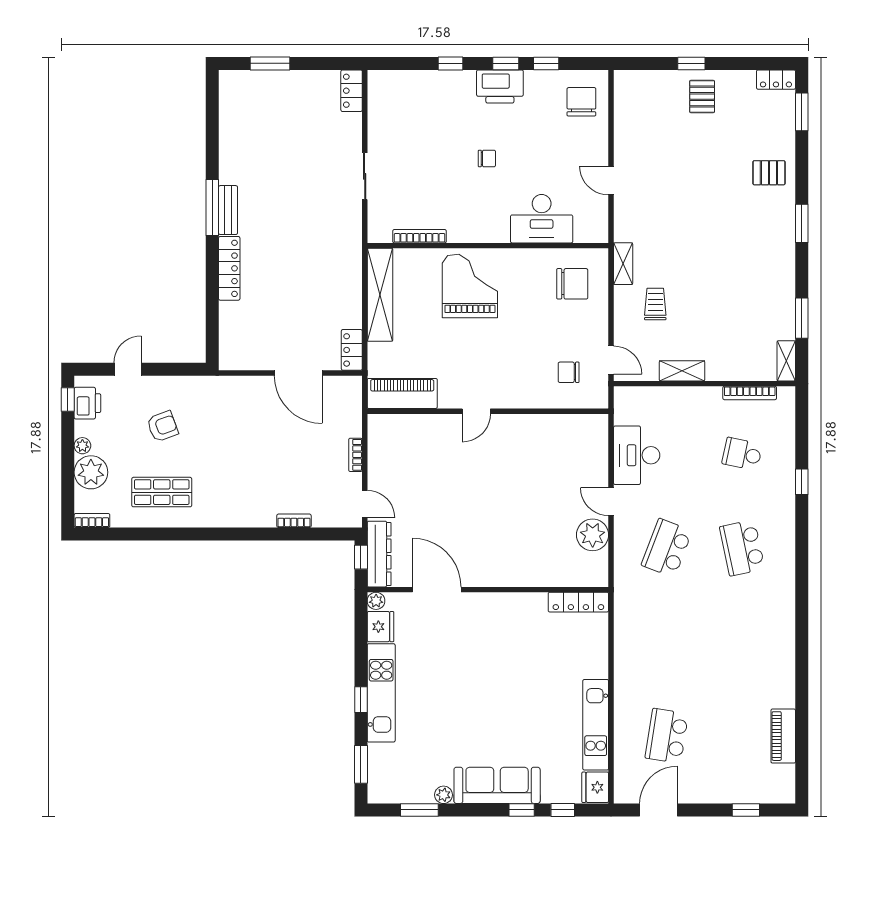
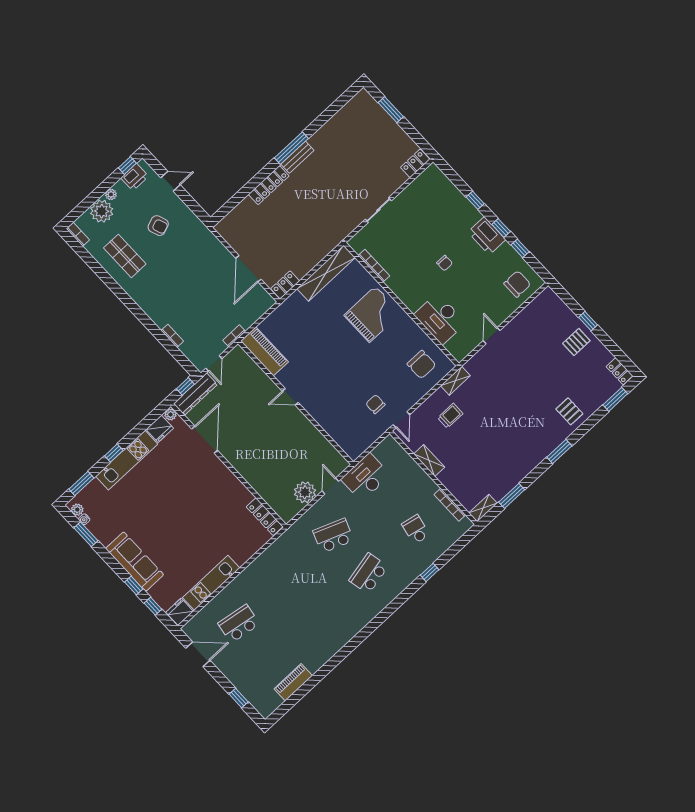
piano: (402, 393) -> (265, 351), moved
door: (476, 411) -> (290, 397), moved
wall: (488, 411) -> (296, 403), moved
plant: (444, 795) -> (77, 510), moved
water cooler: (402, 797) -> (84, 519), added

